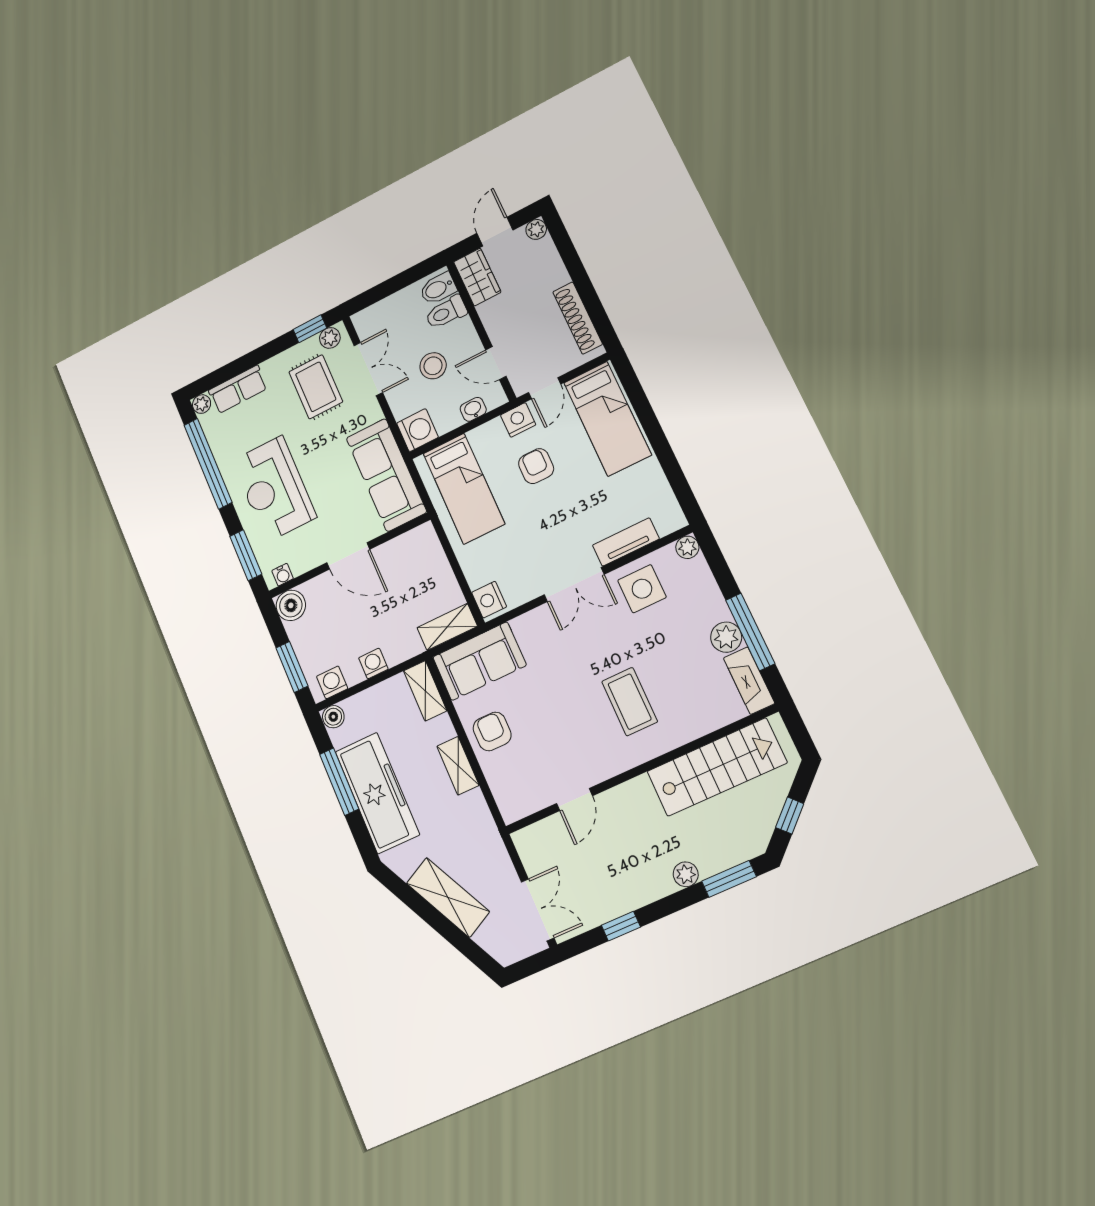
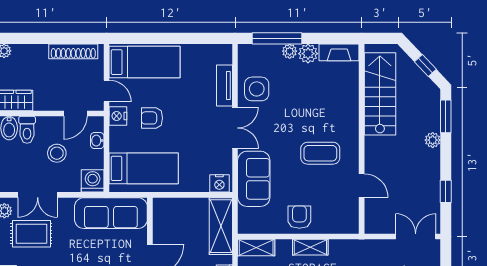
double door: (368, 369) -> (38, 195), swing flipped
plant: (687, 547) -> (290, 51), moved
shelving: (447, 627) -> (221, 226), width x1.50, depth x1.33
window: (750, 632) -> (277, 38), moved
sofa: (479, 661) -> (254, 179), moved
coffee table: (630, 702) -> (320, 153), moved
armchair: (492, 731) -> (299, 217), turned 90

